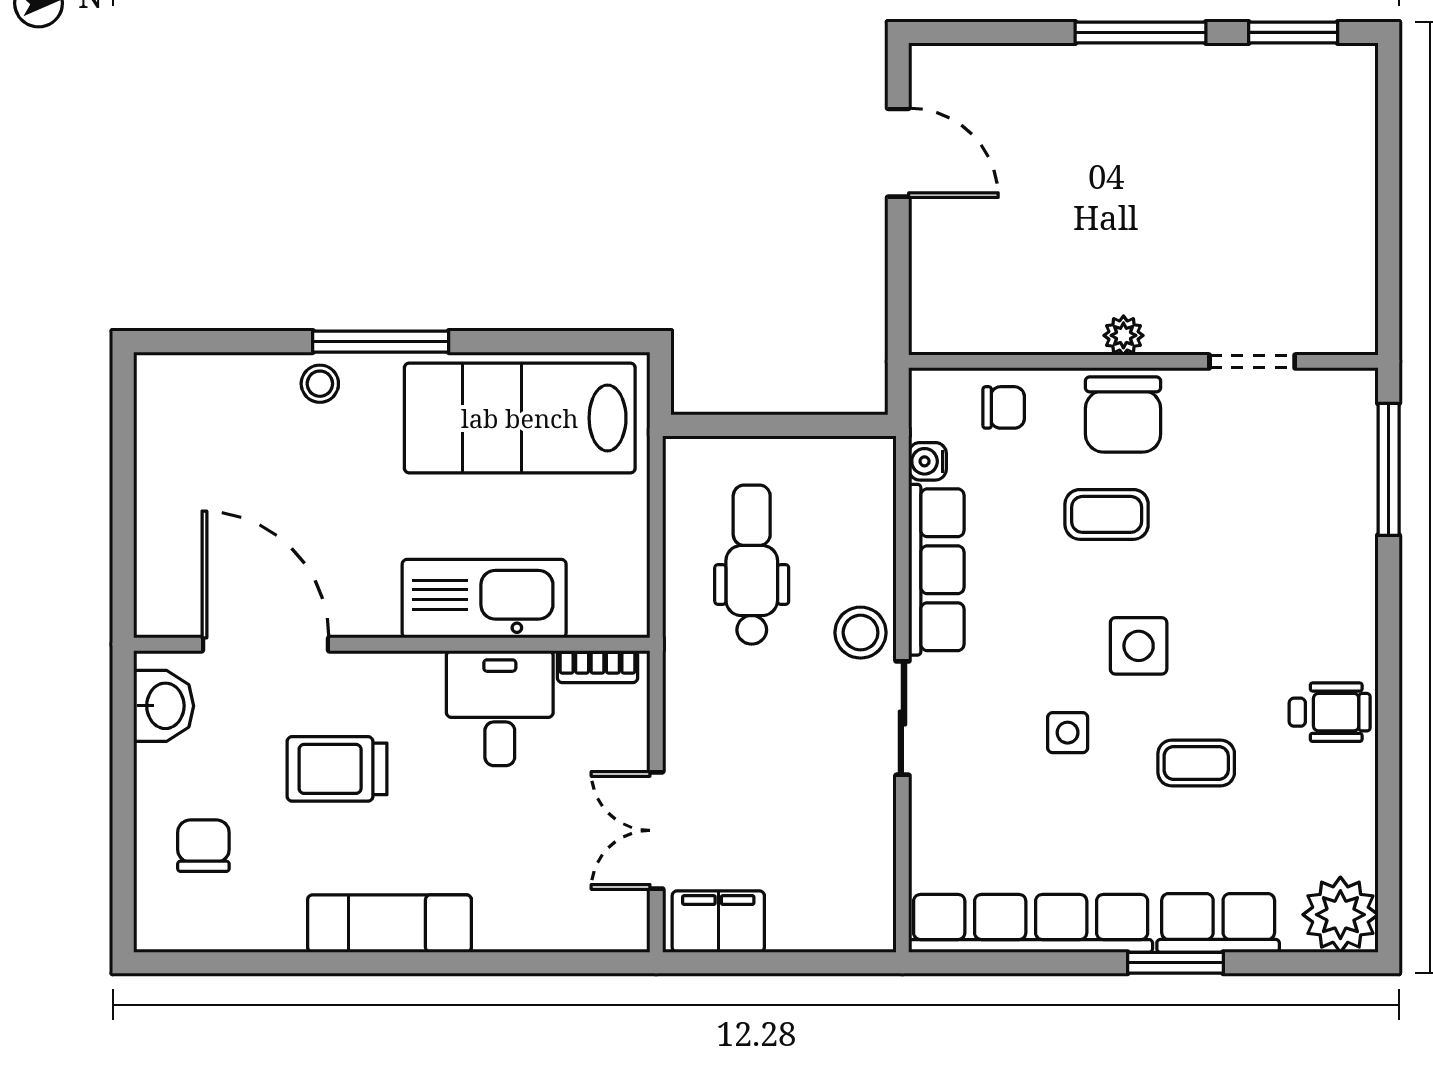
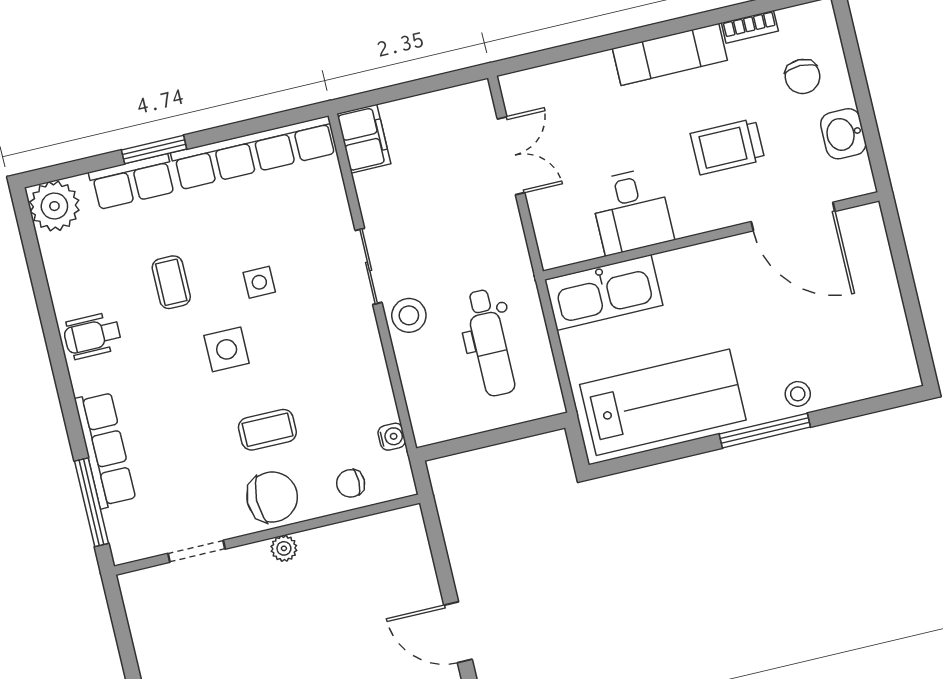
chair: (1123, 415) -> (272, 497), turned 90
row of seats: (936, 570) -> (105, 450), moved, turned 180
kitchen sink: (484, 599) -> (604, 293), moved
bookcase: (598, 667) -> (750, 27), moved, turned 180
washbasin: (164, 706) -> (843, 134), moved
coffee table: (1196, 763) -> (171, 282), turned 90
trolley: (337, 769) -> (728, 147), turned 180
filing cabinet: (718, 922) -> (364, 139), moved, turned -90

